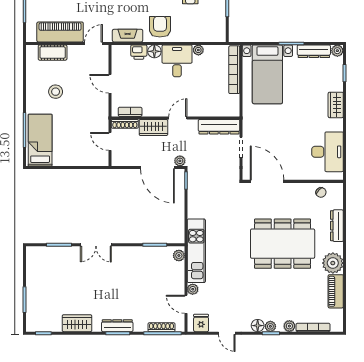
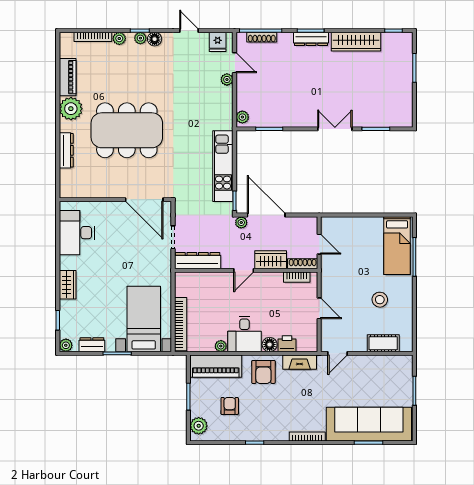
piano: (60, 32) -> (216, 366), moved
dresser: (314, 51) -> (92, 345), width x0.70
chair: (321, 192) -> (84, 187), removed
kitchen unit: (196, 251) -> (223, 166), moved
wardrobe: (77, 323) -> (356, 42), width x1.50

